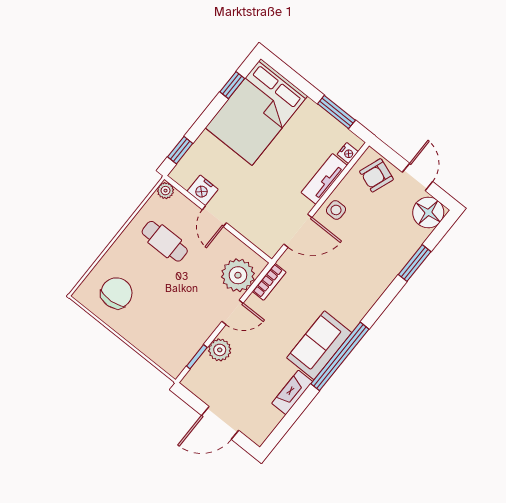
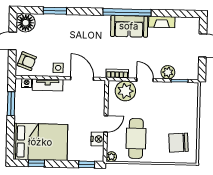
cafe table: (165, 241) -> (136, 138), width x1.37, depth x1.35

